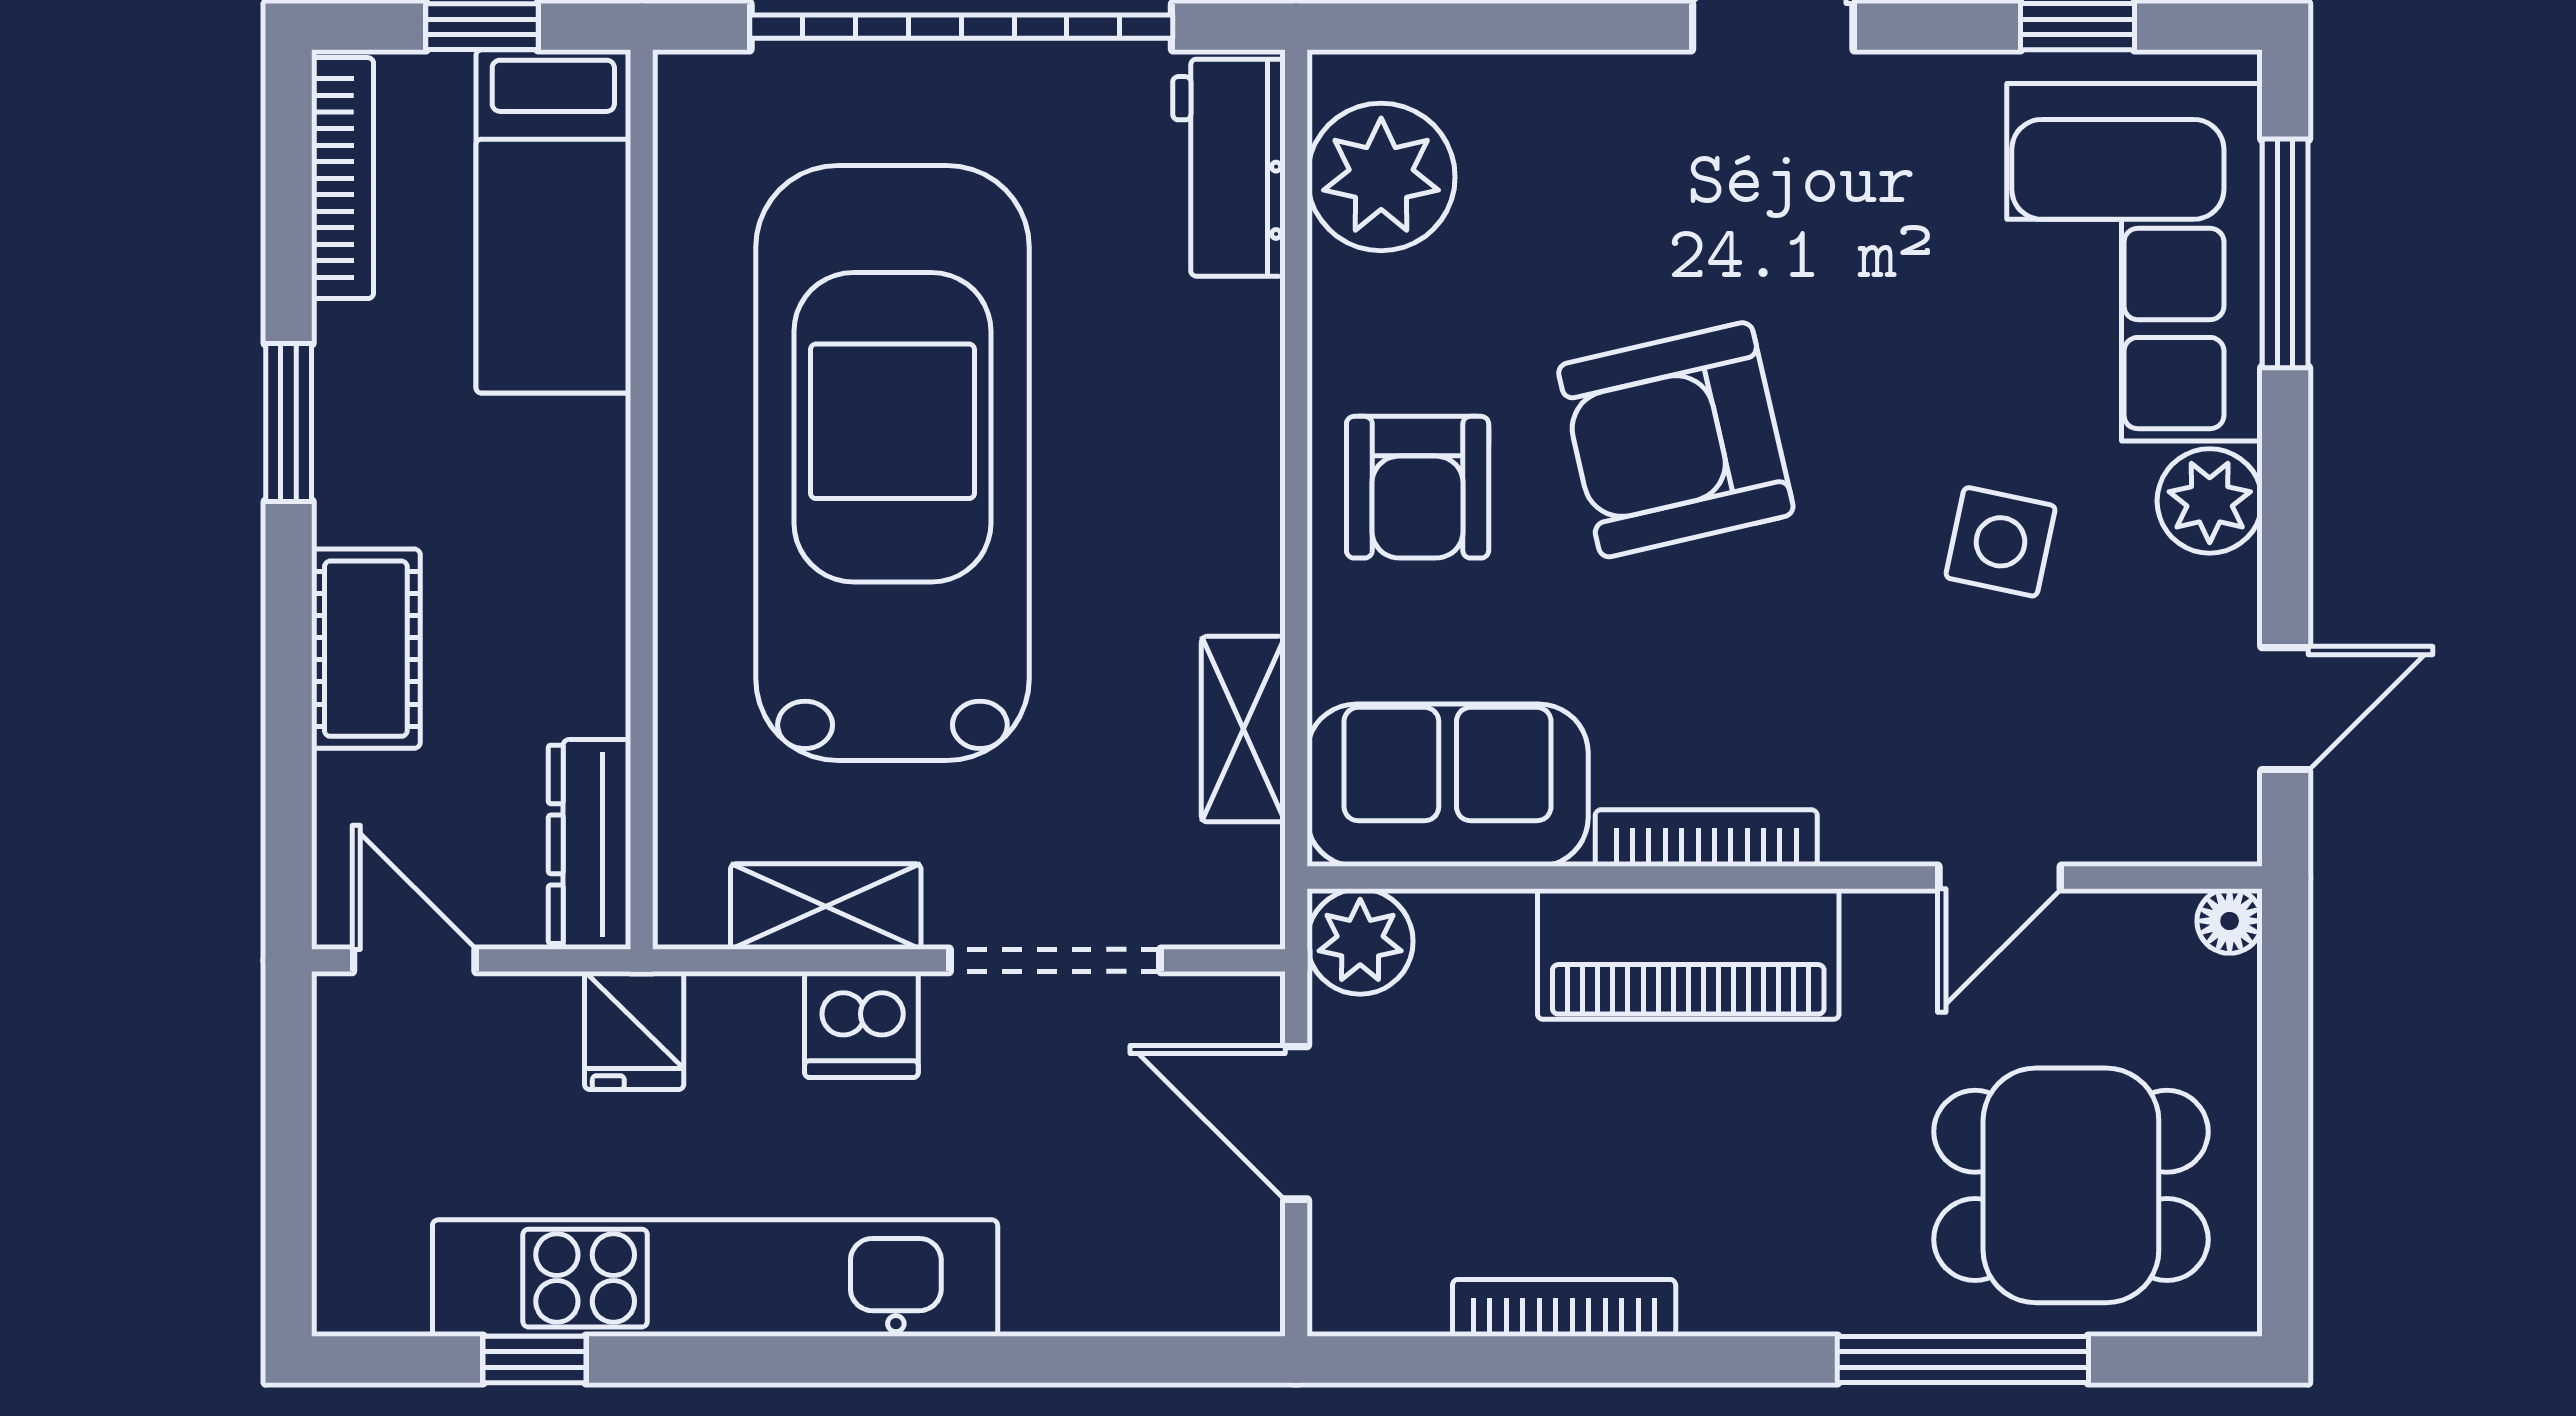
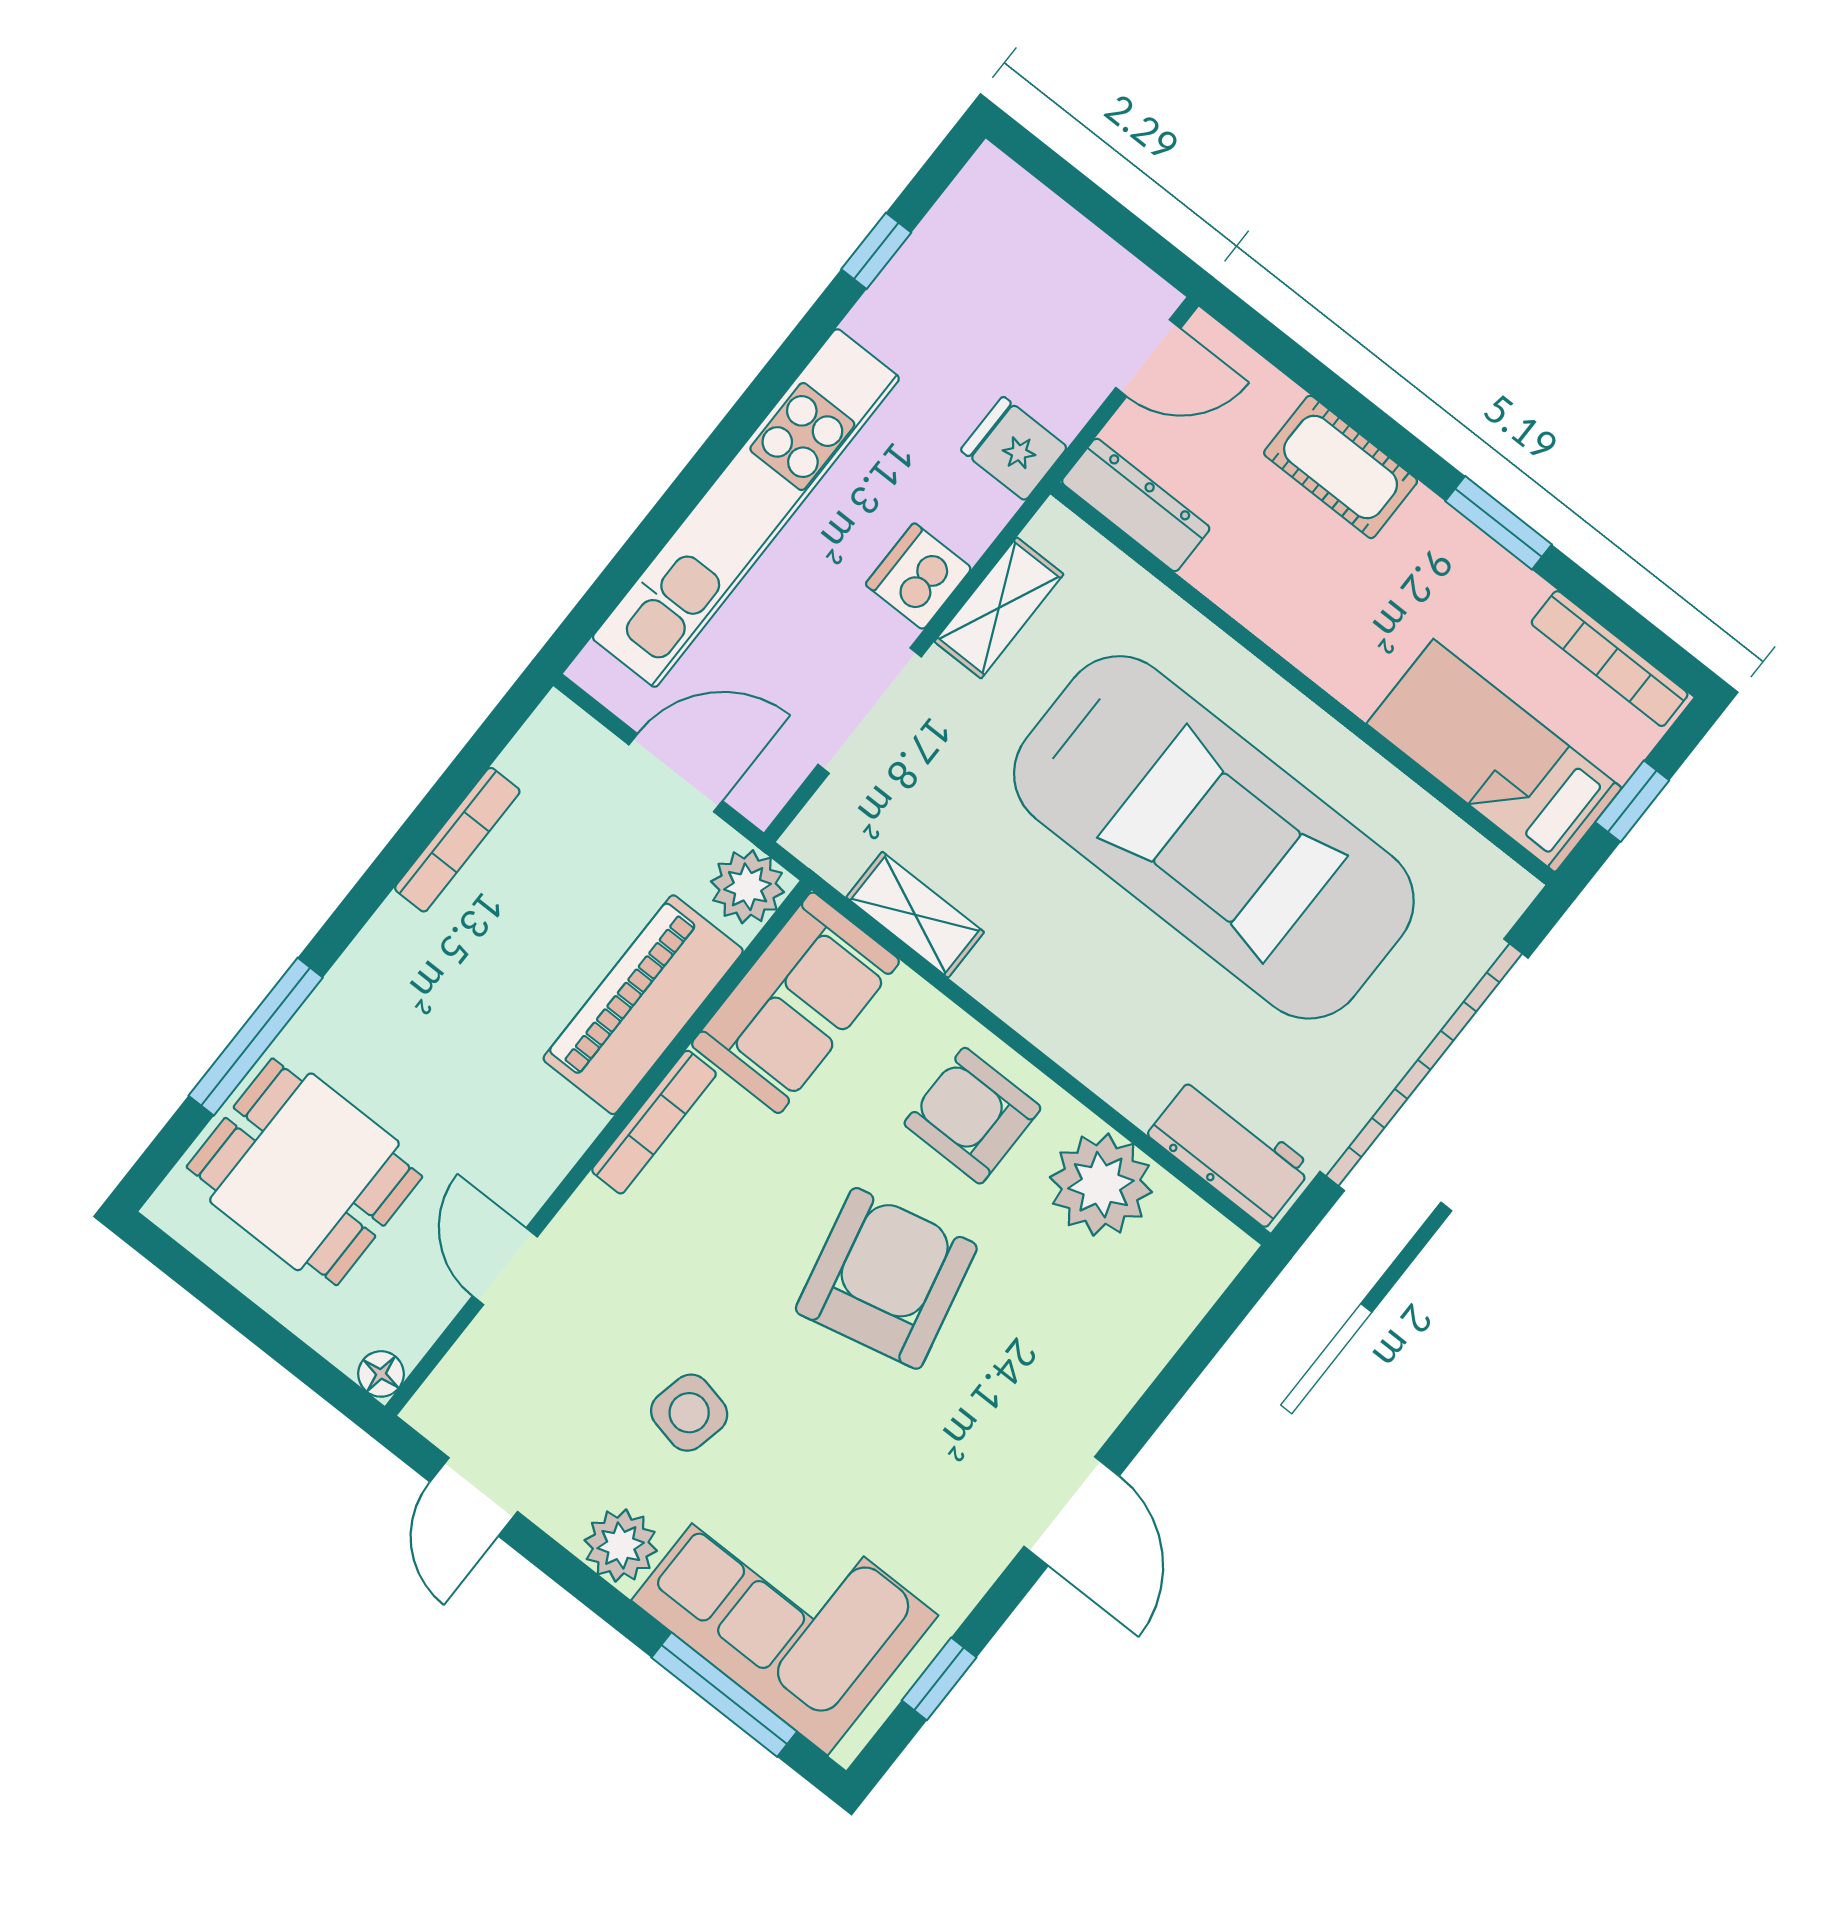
plant: (1381, 177) -> (1101, 1185), moved
piano: (1688, 954) -> (643, 1005), moved
dining table: (2071, 1185) -> (304, 1172), turned 90
kitchen unit: (715, 1278) -> (746, 508), moved

